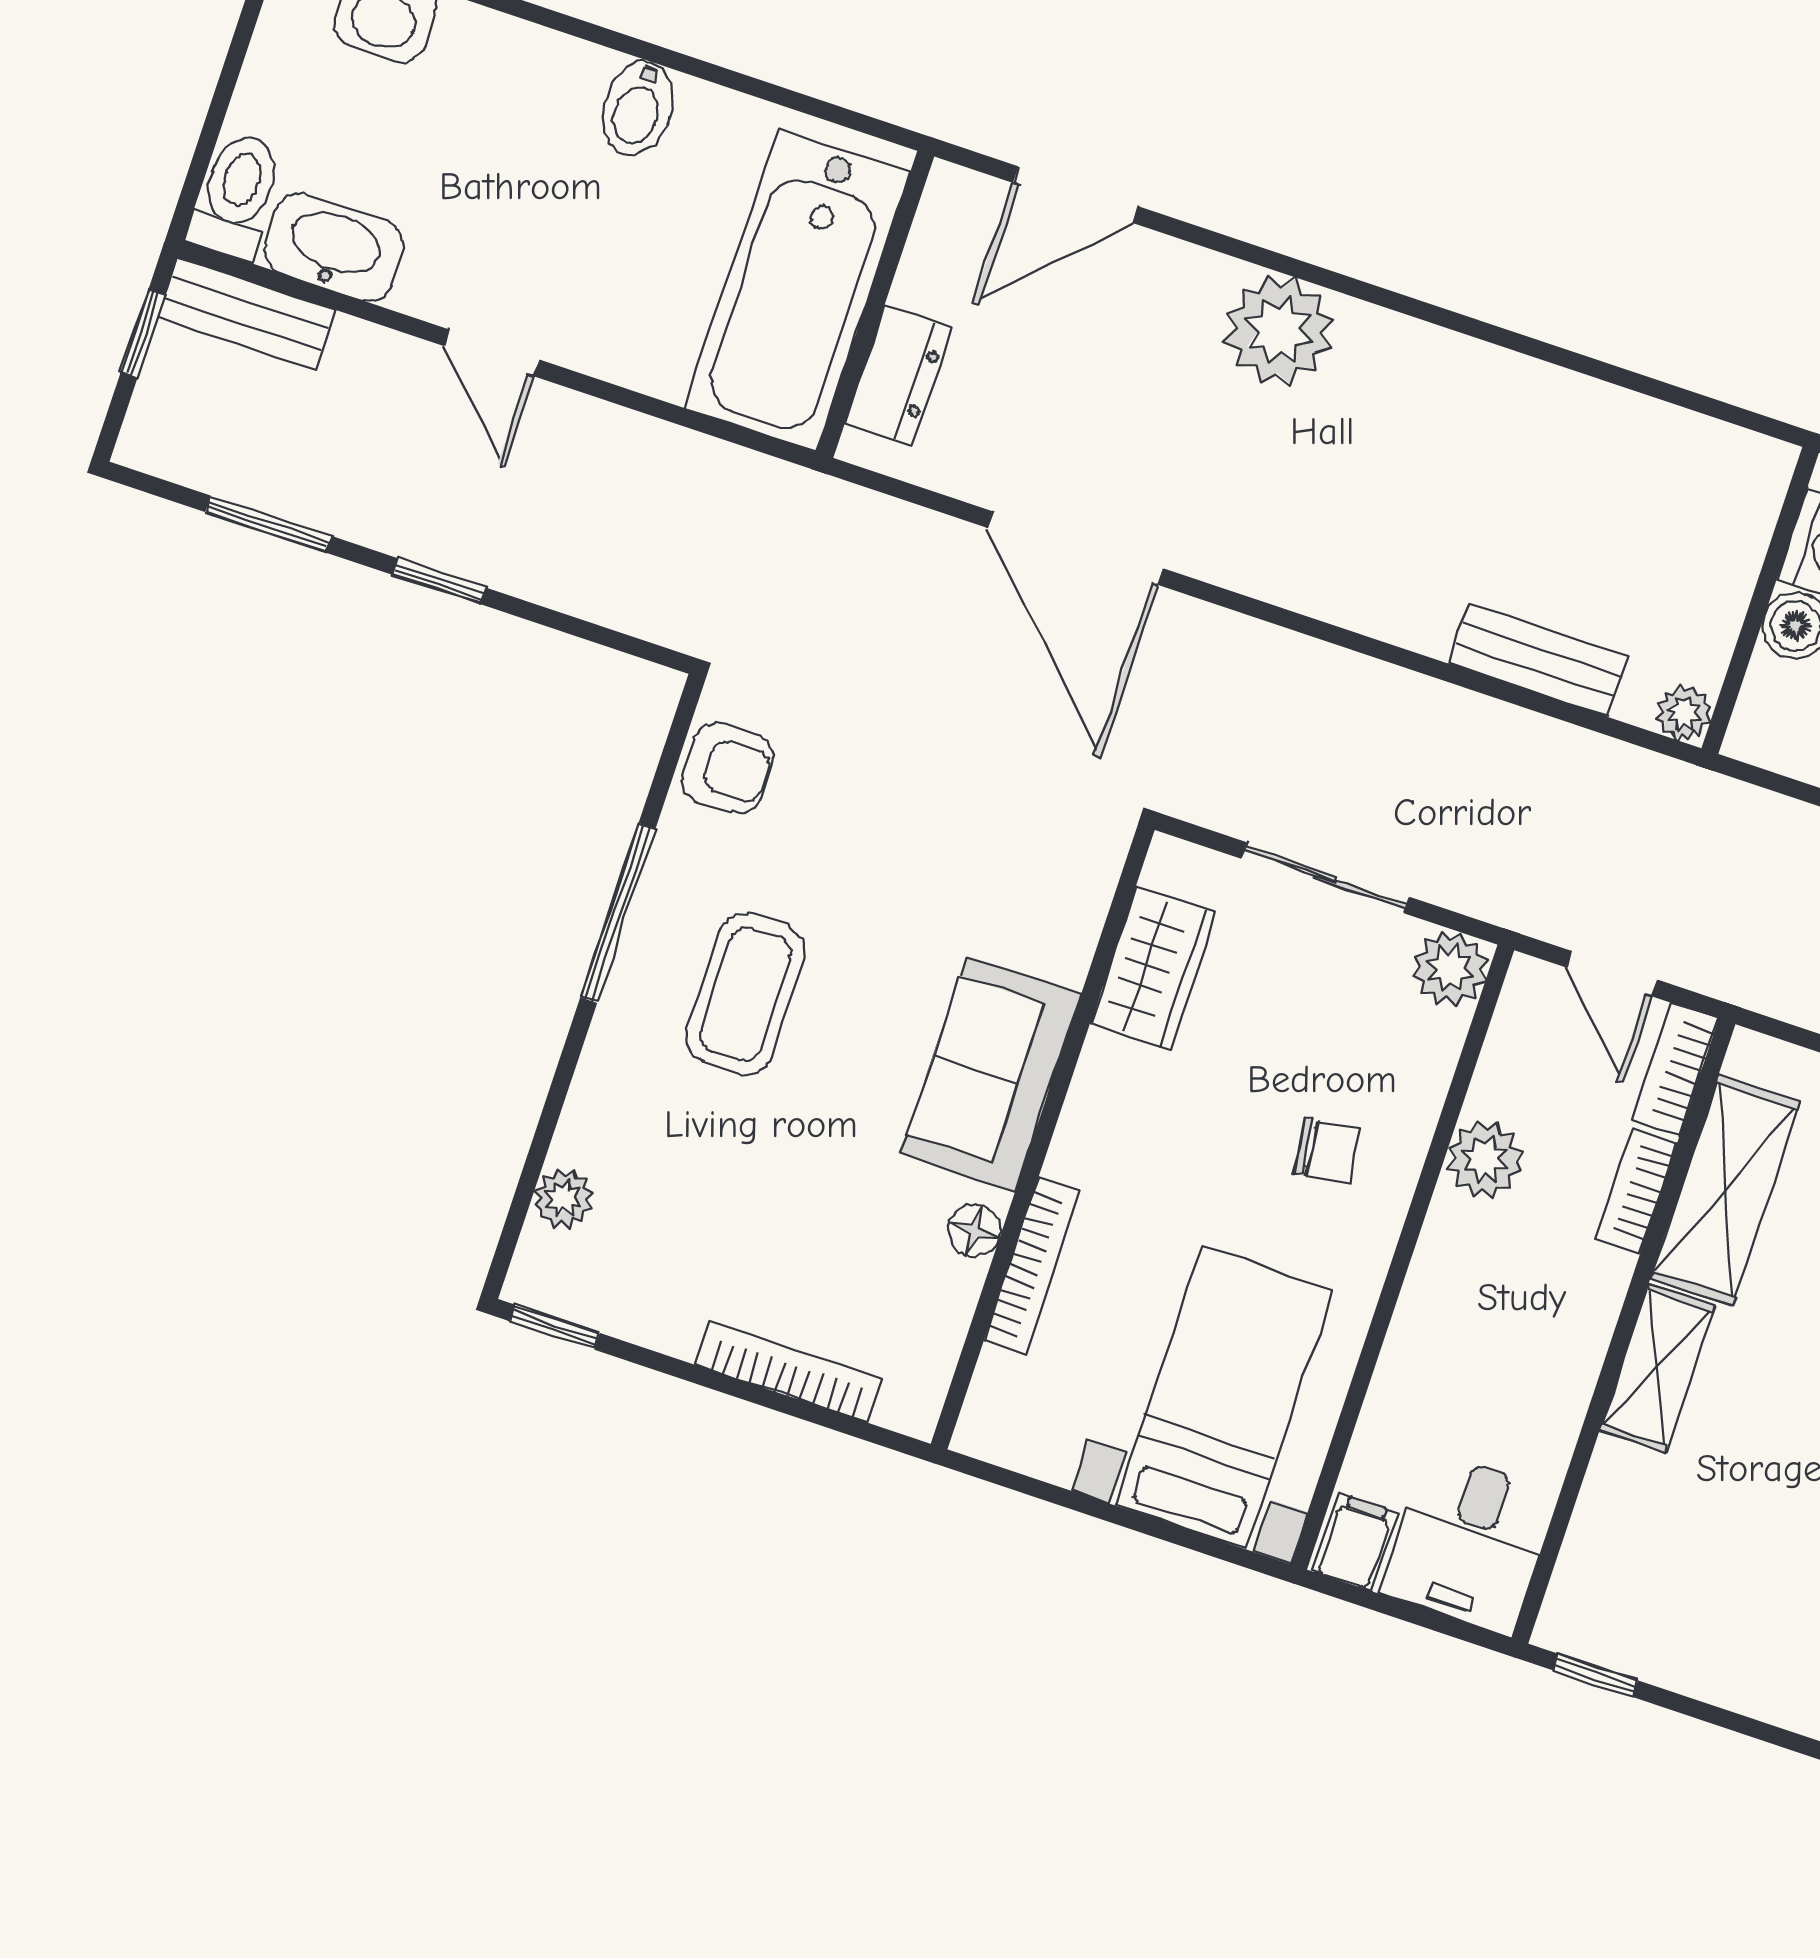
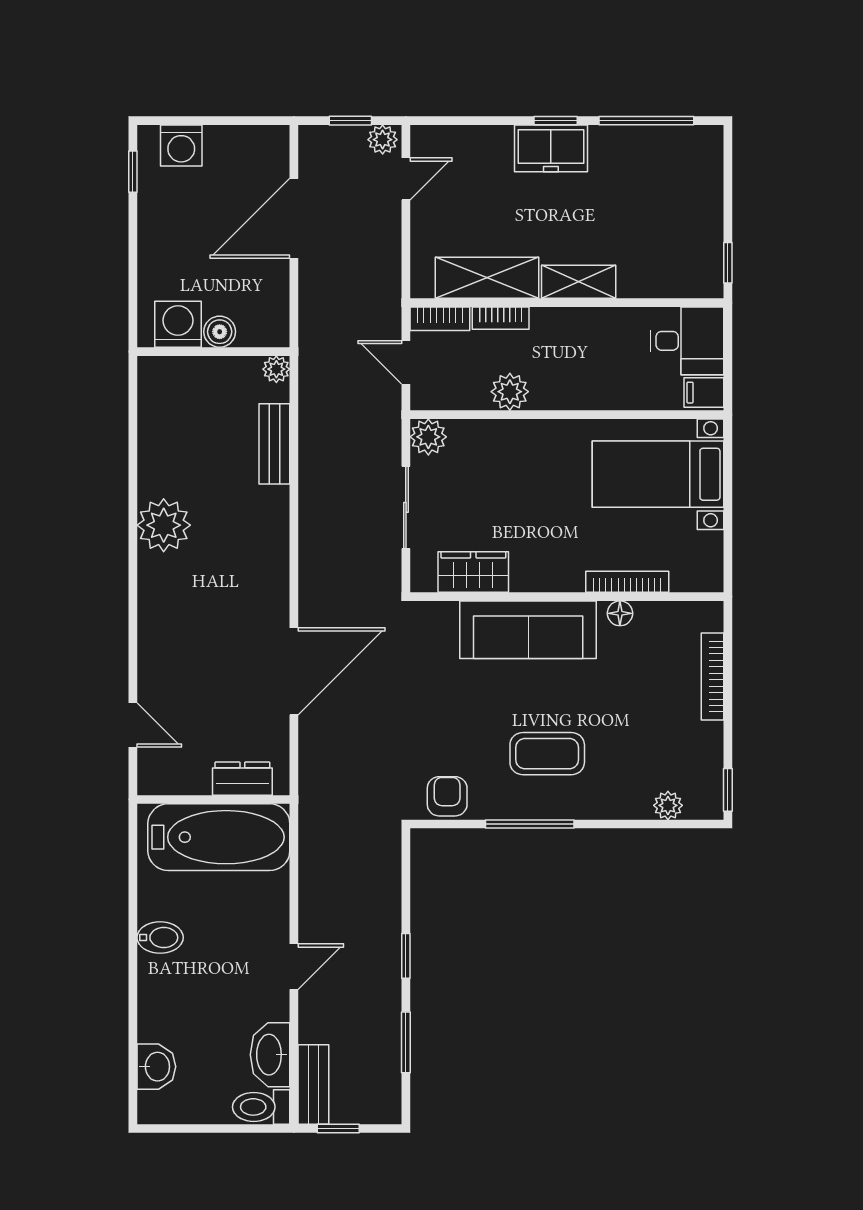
door: (1076, 195) -> (133, 725), width x0.73
plant: (1279, 330) -> (164, 525), moved
door: (1612, 974) -> (406, 362), swing flipped
sofa: (991, 1074) -> (528, 630), width x1.36
chair: (1327, 1150) -> (530, 465), removed

